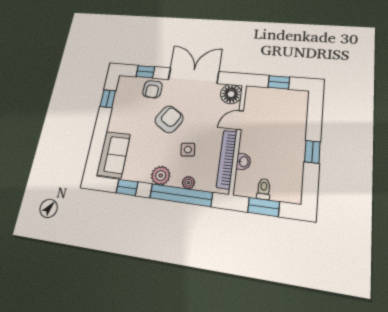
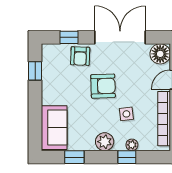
armchair: (169, 119) -> (103, 86), turned 56
window: (181, 195) -> (127, 157), width x0.32

